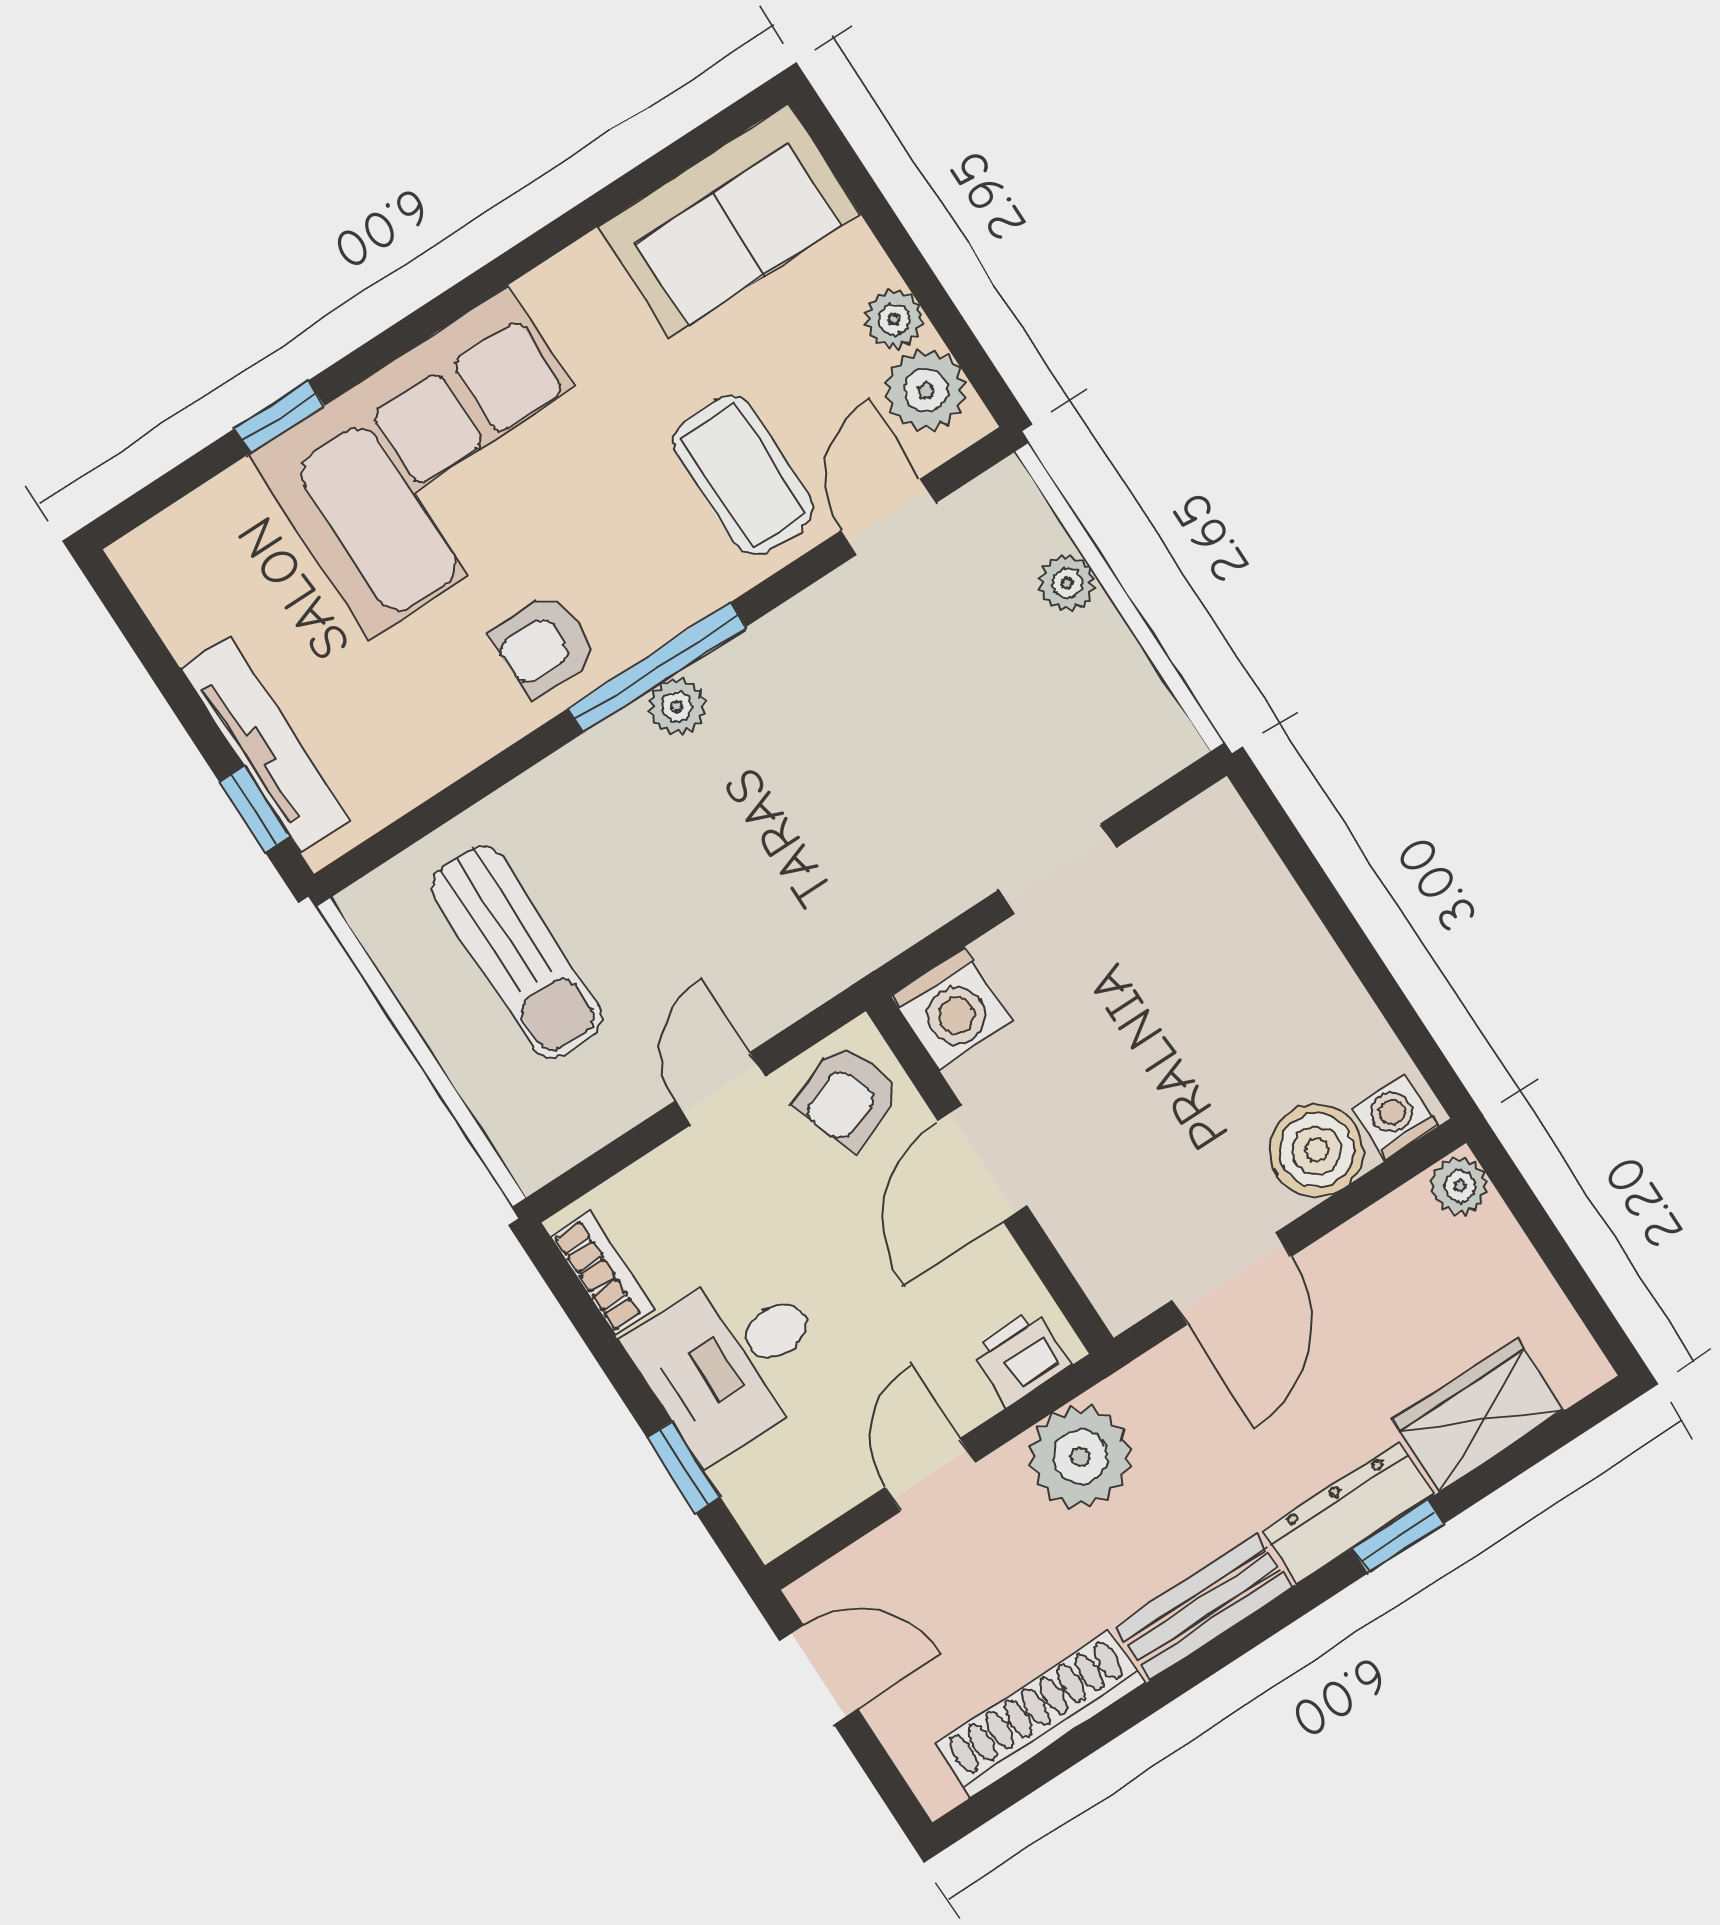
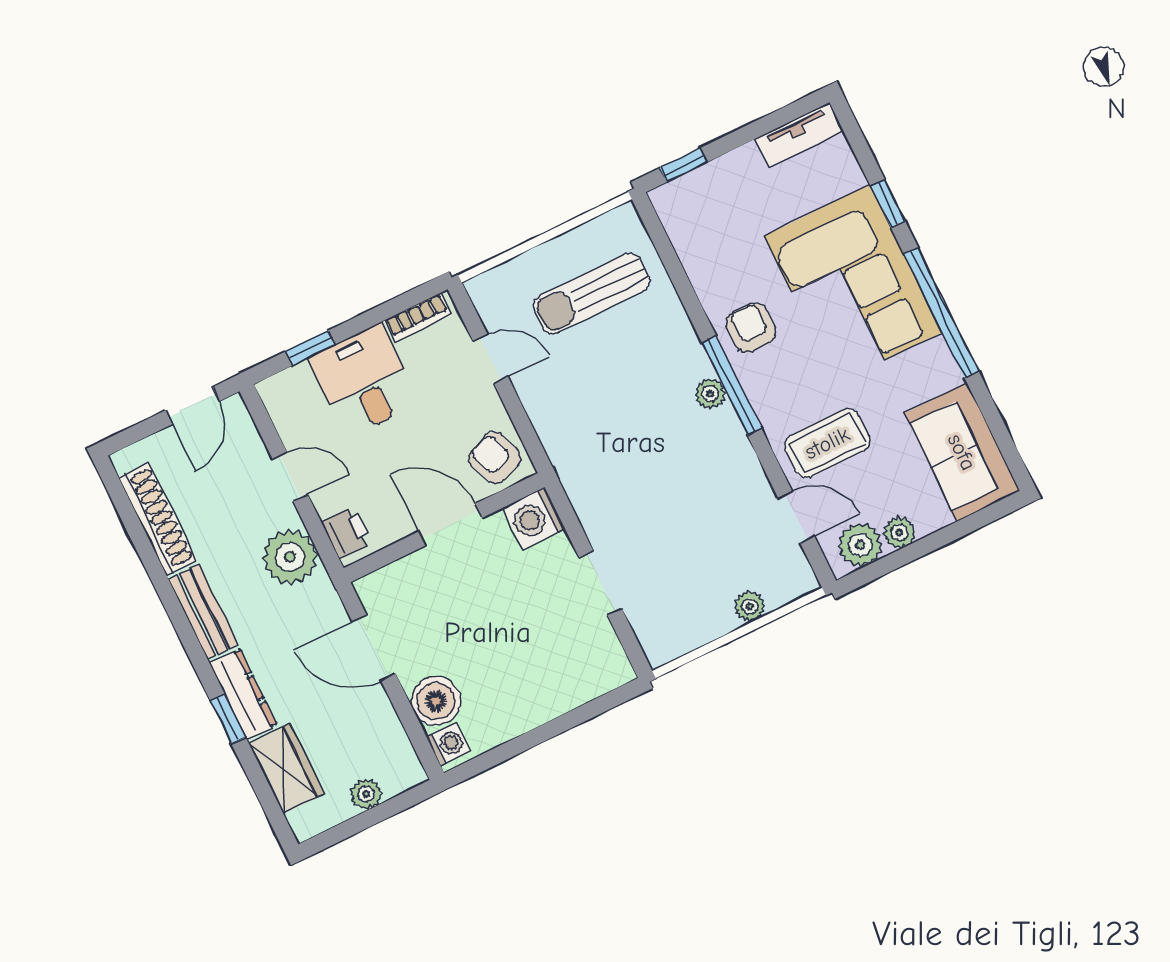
window: (472, 291) -> (941, 313), added
tv unit: (265, 744) -> (799, 135), moved, width x0.71
door: (720, 1089) -> (490, 359), moved
plant: (1460, 1186) -> (366, 794), moved

